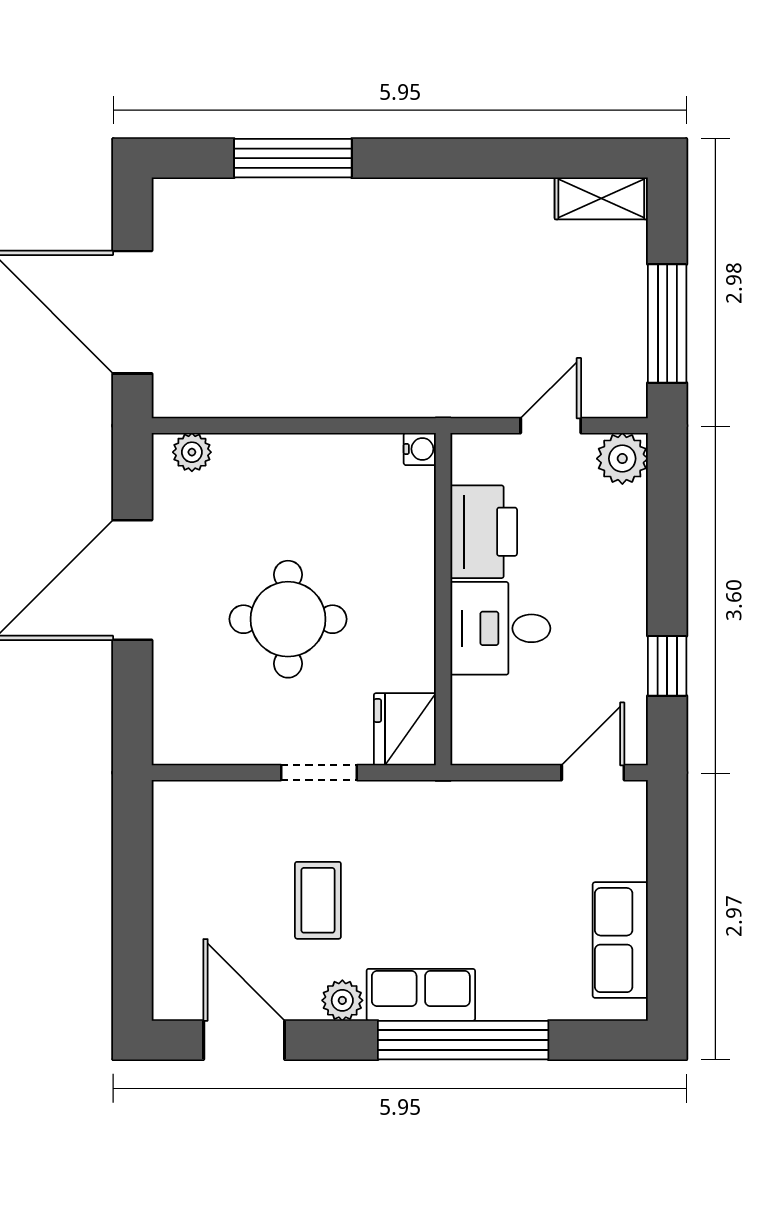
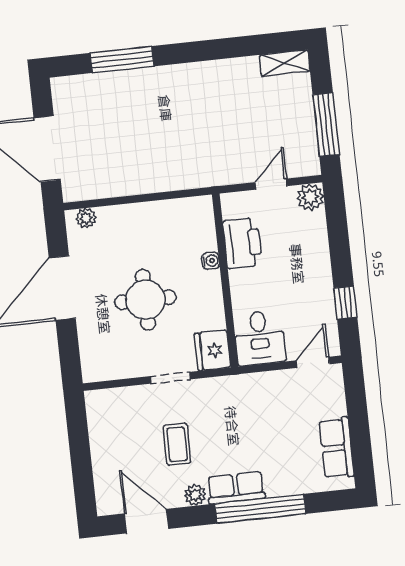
water cooler: (420, 449) -> (211, 261), moved
desk: (500, 628) -> (260, 338), moved, turned -90

